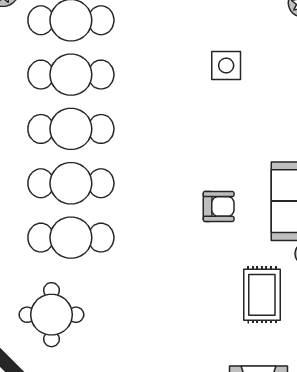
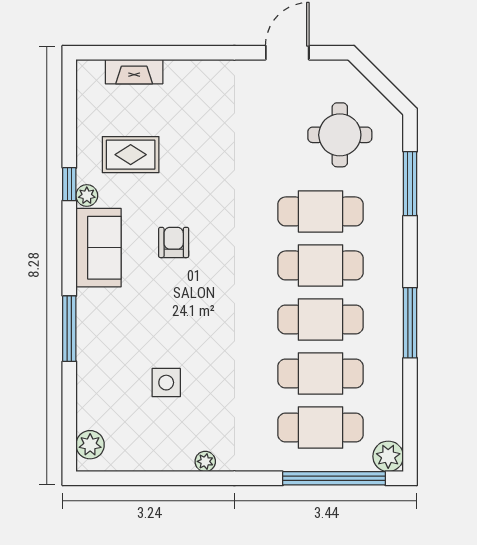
armchair: (219, 206) -> (174, 242), turned 90
rug: (262, 295) -> (131, 155), turned 90

